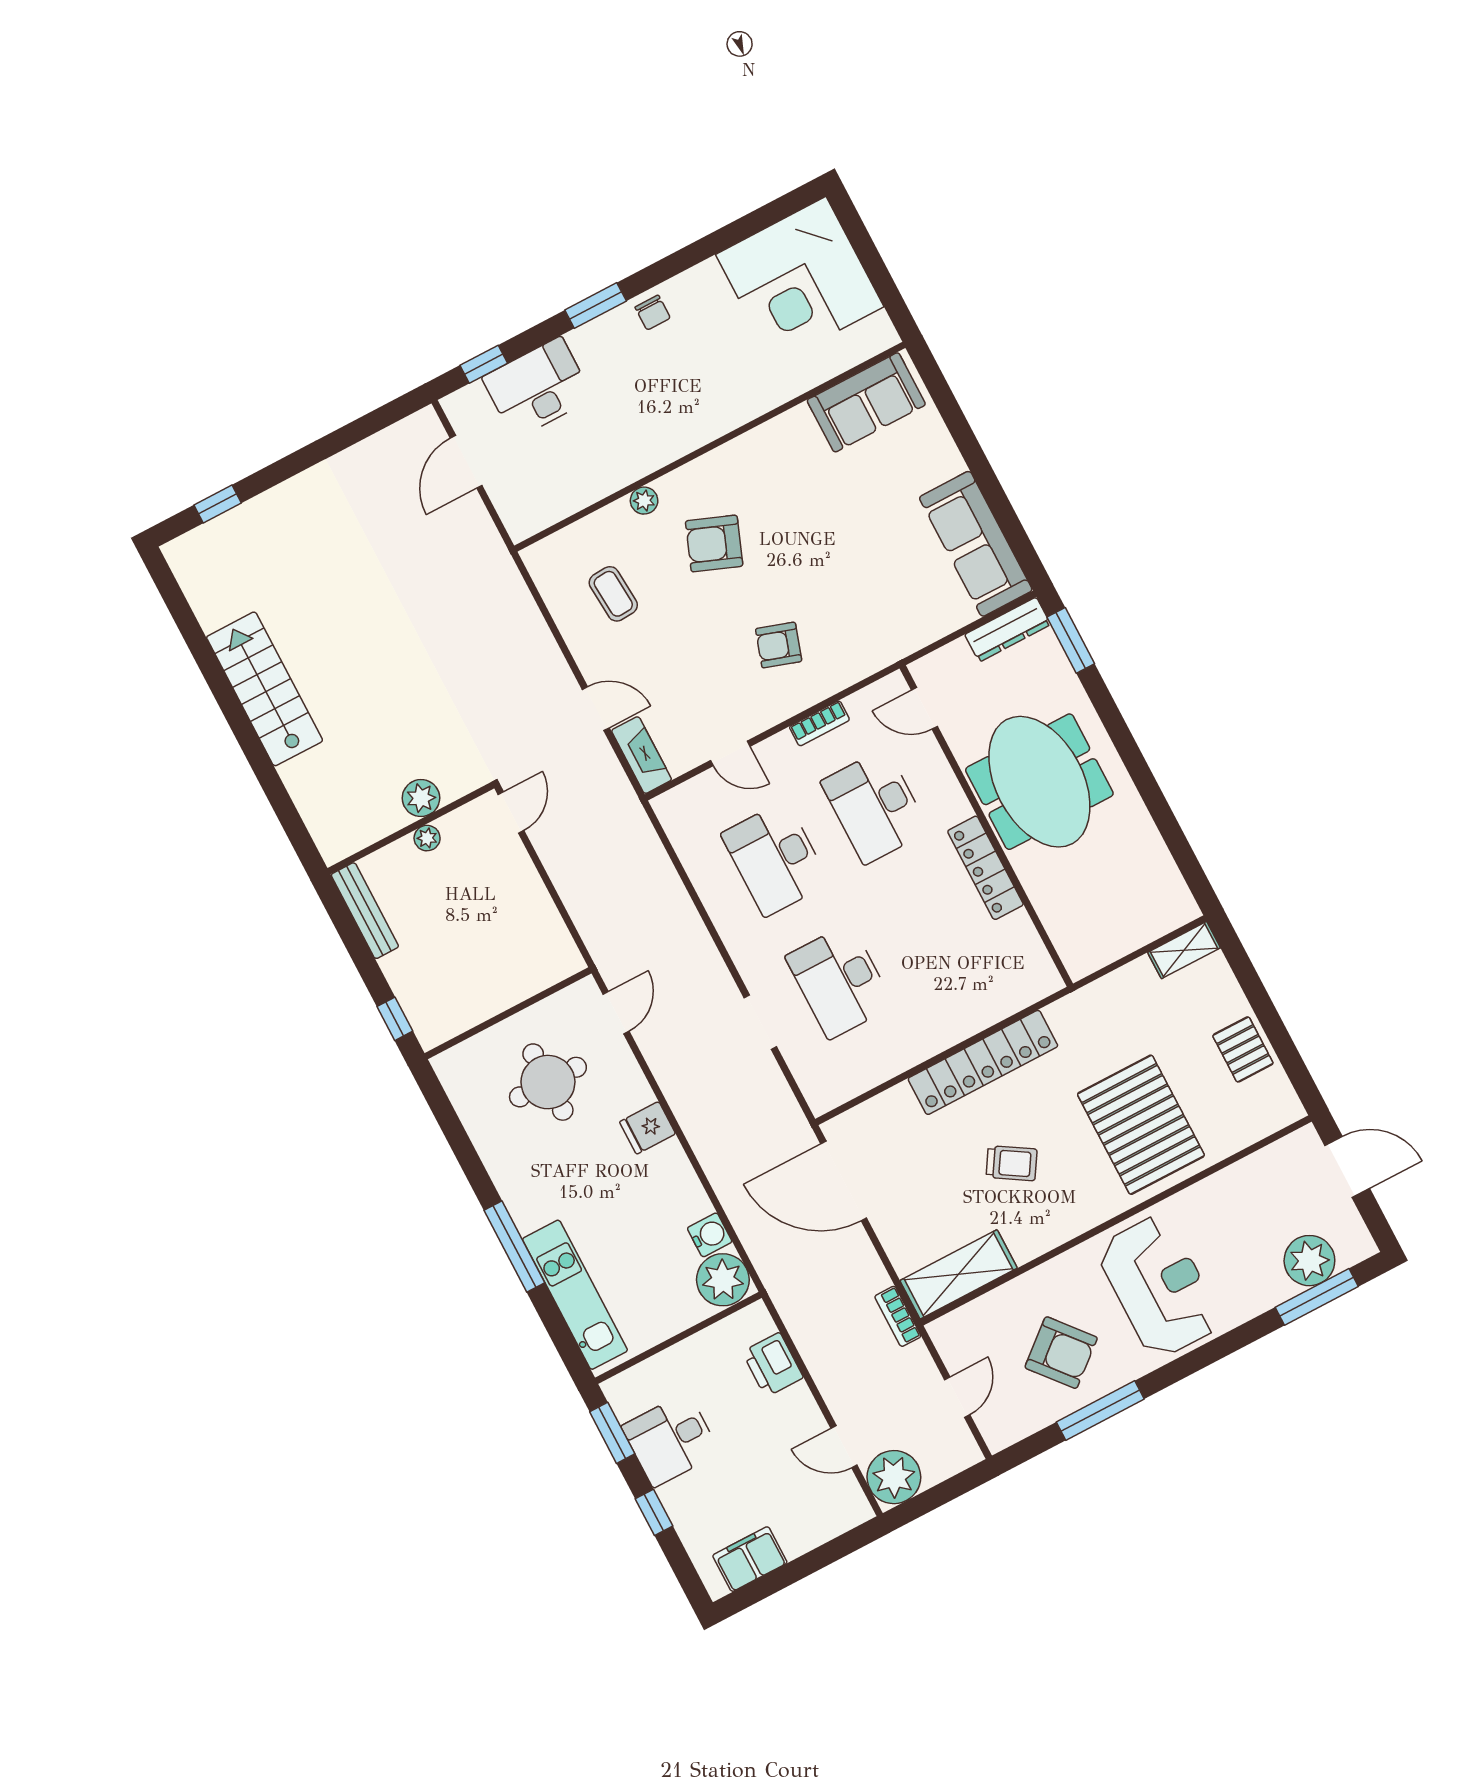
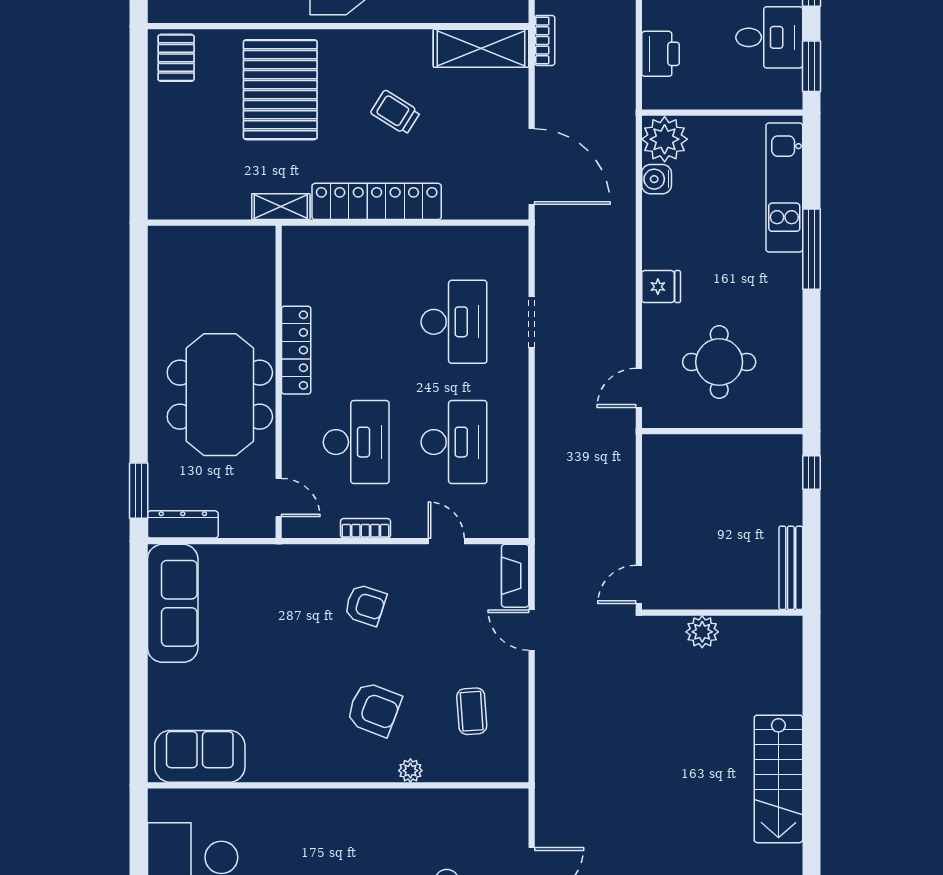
plant: (427, 838) -> (714, 599), removed
shelving: (1184, 950) -> (281, 207), moved
pallet: (1243, 1049) -> (176, 58), moved

